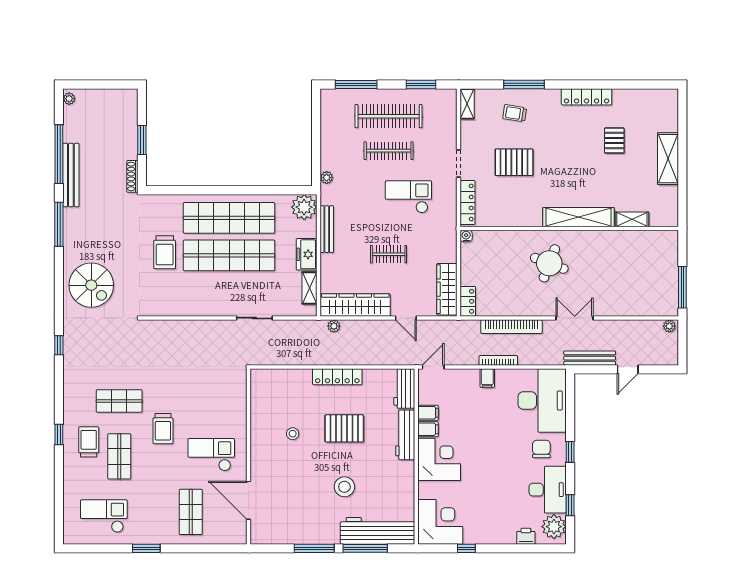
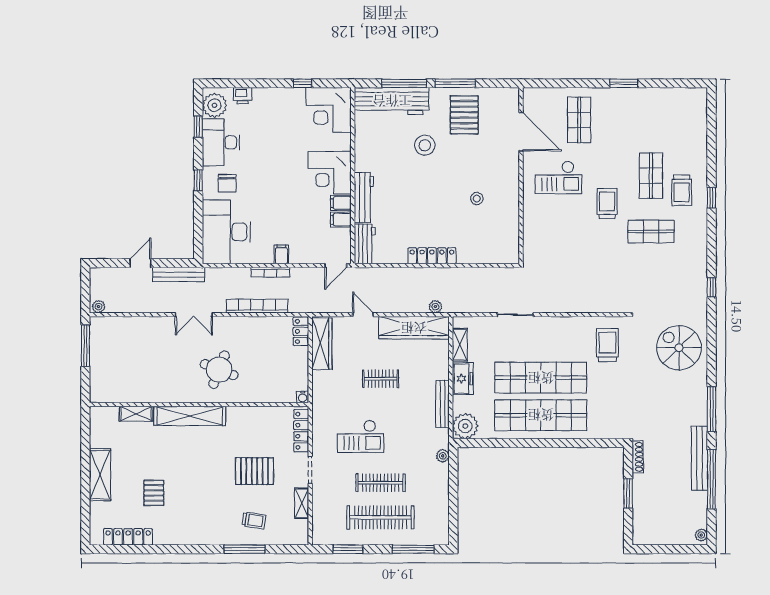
locker: (587, 97) -> (128, 537), moved
shelving: (467, 104) -> (302, 503), moved
trolley: (165, 252) -> (607, 345), moved
pallet: (344, 428) -> (464, 115), moved, turned 90
checkout: (104, 516) -> (666, 116), removed

